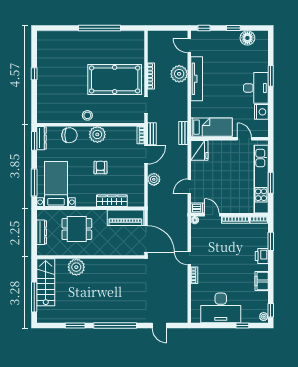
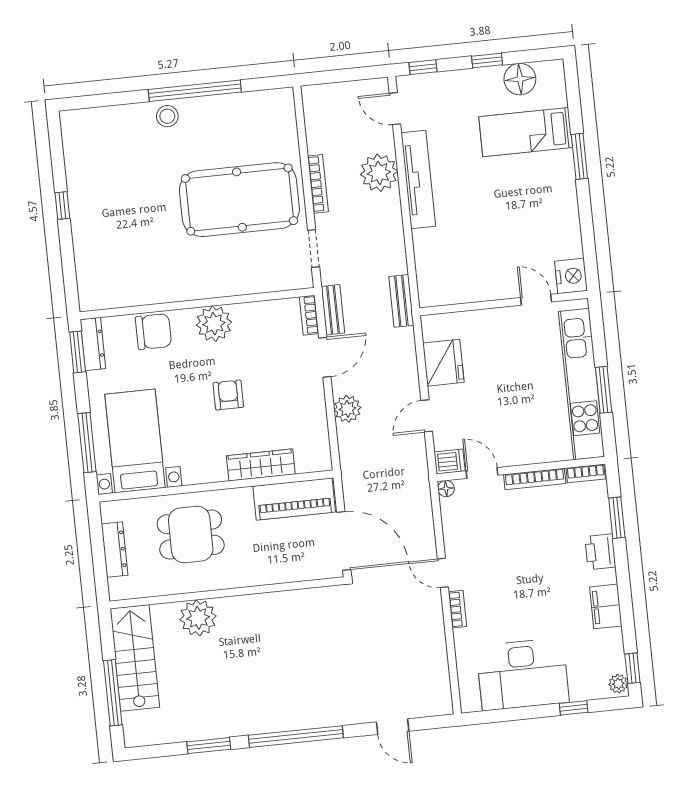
desk: (256, 88) -> (550, 186), removed
nightstand: (261, 112) -> (571, 276), moved
stool: (87, 115) -> (167, 116), moved
bed: (212, 127) -> (526, 132), moved, turned 180
fridge: (199, 150) -> (443, 363), moved

